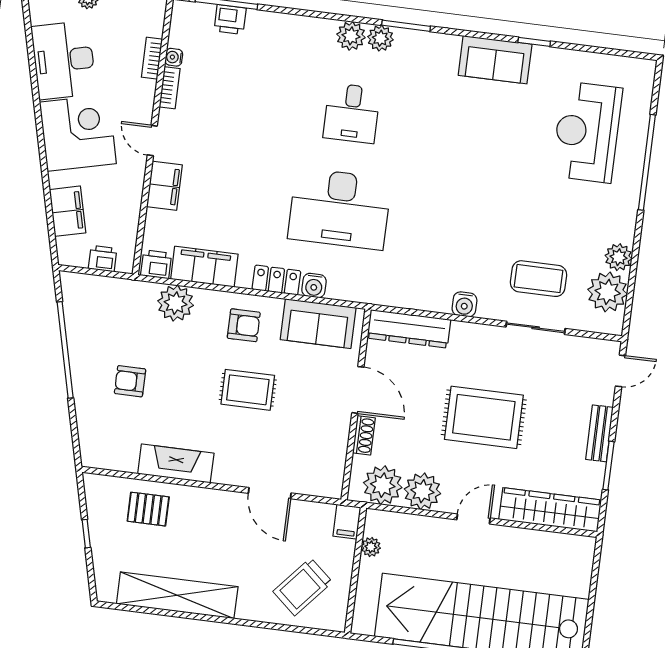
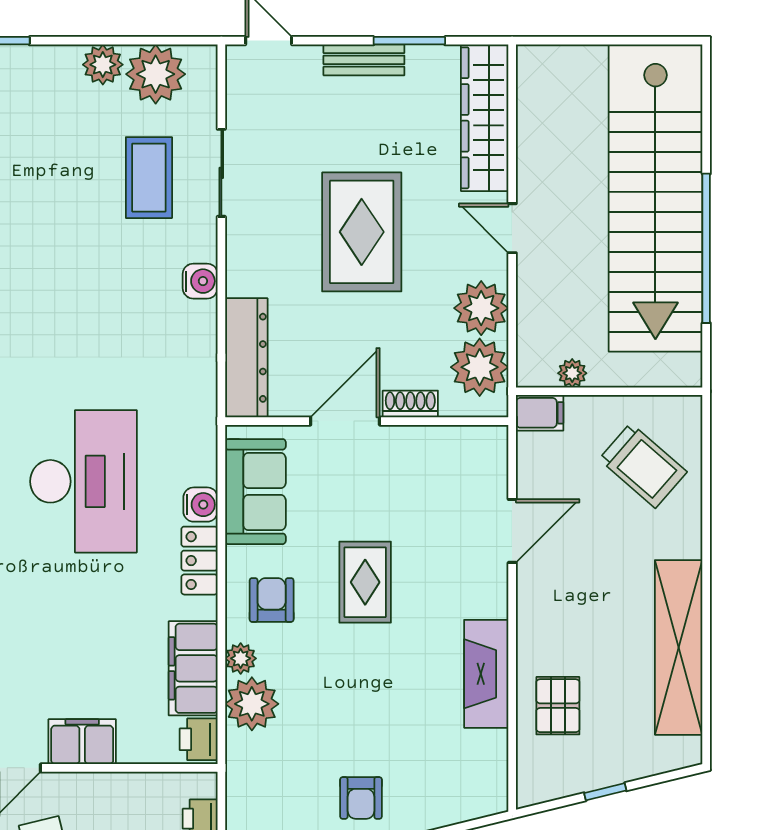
plant: (207, 299) -> (241, 658), added
armchair: (130, 381) -> (361, 798), moved

